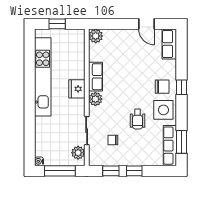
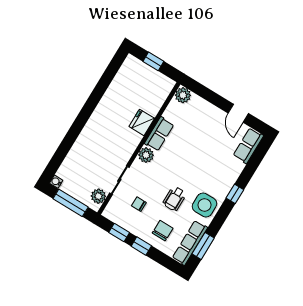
kitchen unit: (43, 77) -> (109, 103), removed
chair: (162, 87) -> (163, 231), moved, turned -90
fridge: (77, 89) -> (142, 122), moved

